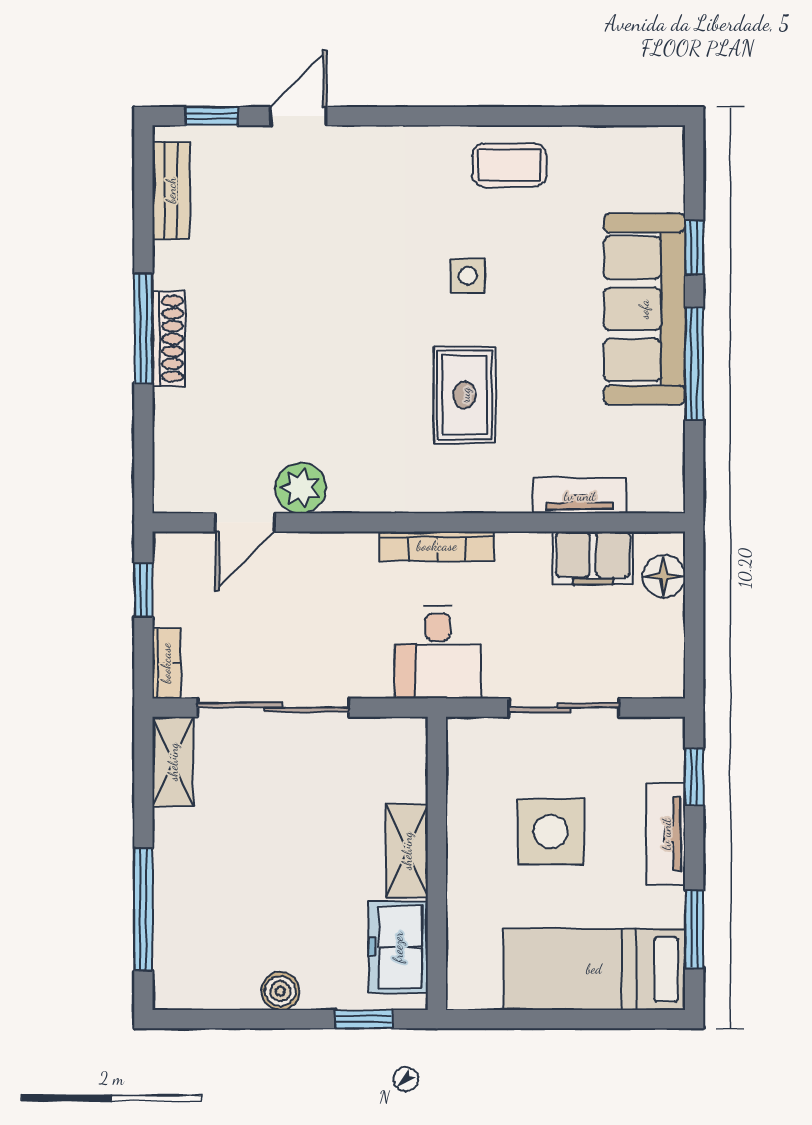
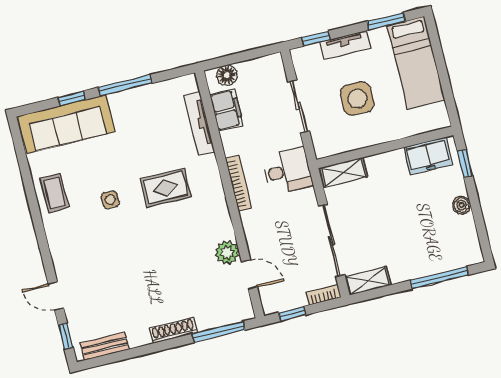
sofa: (644, 309) -> (67, 124), moved
window: (143, 328) -> (219, 332), moved
tv unit: (580, 496) -> (199, 123), width x1.41
shelving: (407, 851) -> (344, 172), moved

